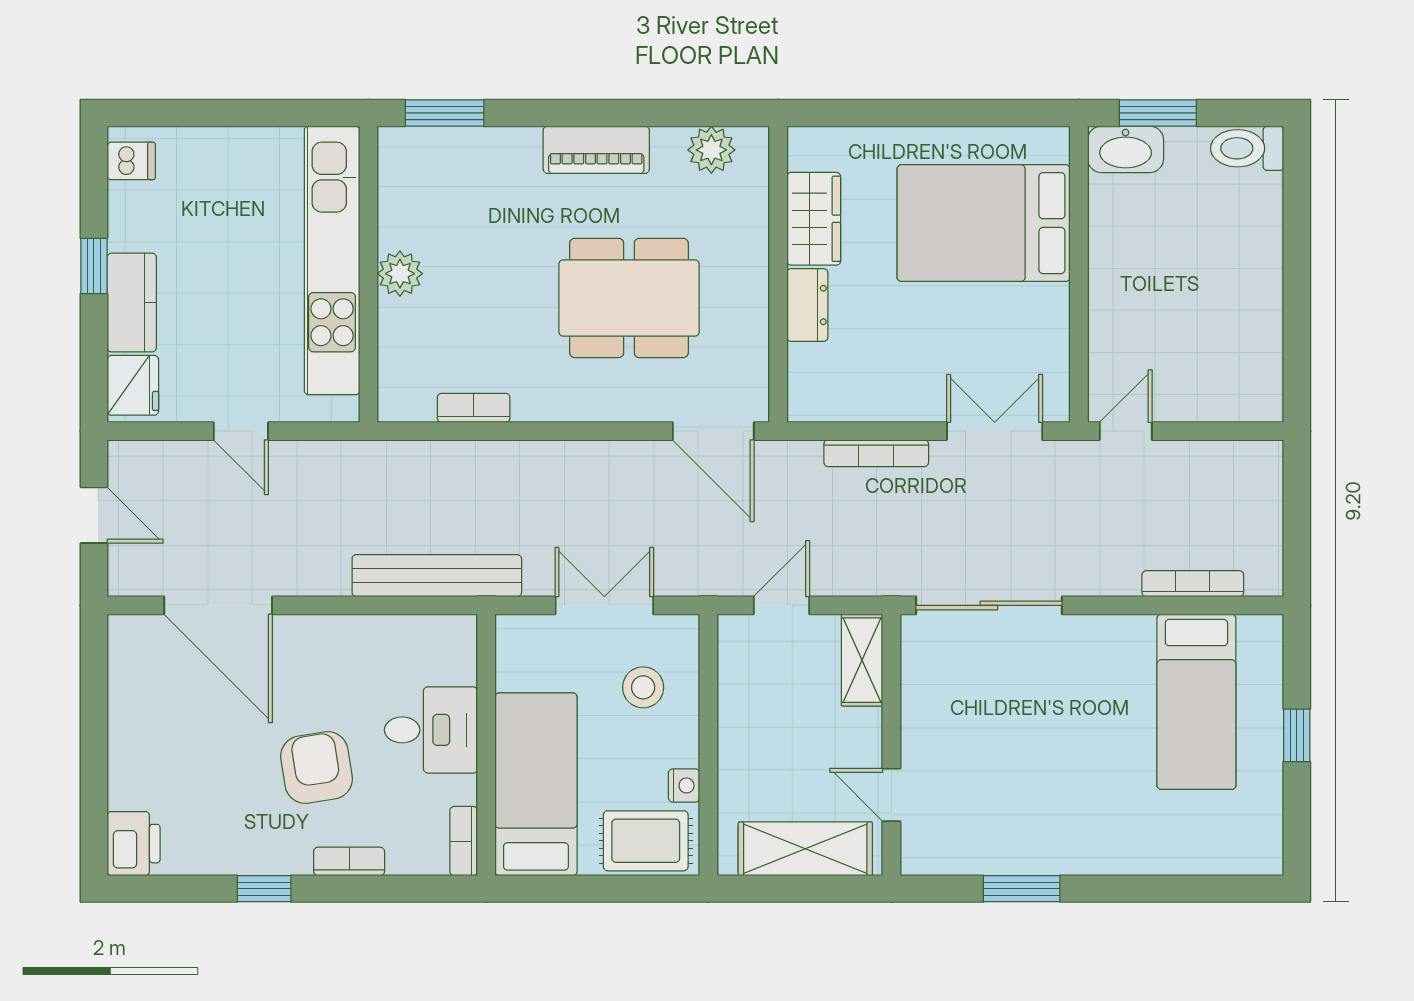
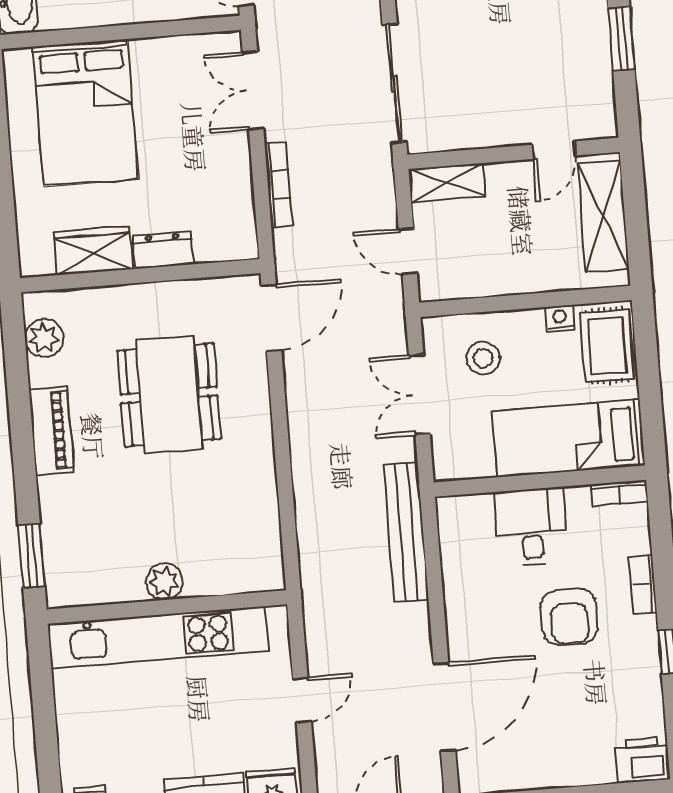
bookcase: (474, 408) -> (268, 513), removed
armchair: (317, 768) -> (569, 617), turned -81

